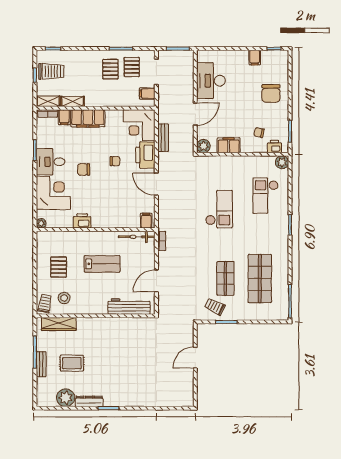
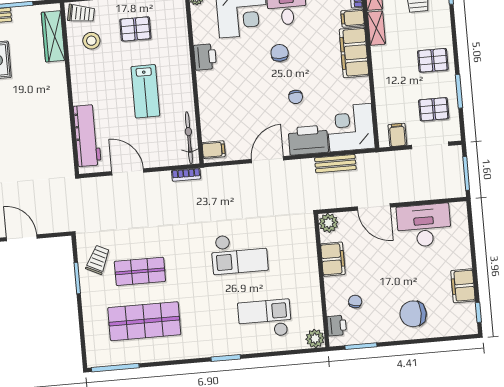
filing cabinet: (255, 58) -> (463, 286), width x2.00
pallet: (110, 69) -> (433, 60), moved

